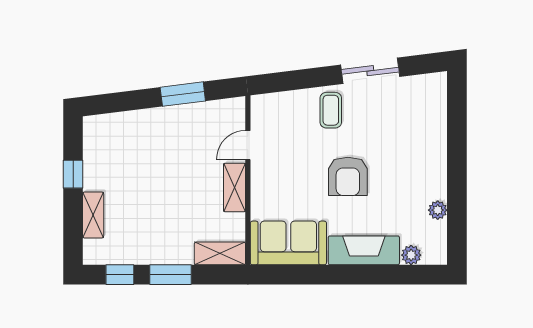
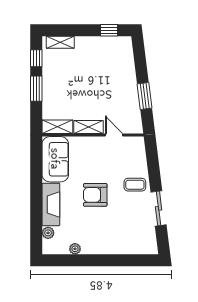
window: (73, 174) -> (109, 30), moved
shelving: (93, 215) -> (60, 42), moved
shelving: (220, 253) -> (57, 127), moved, turned 90

